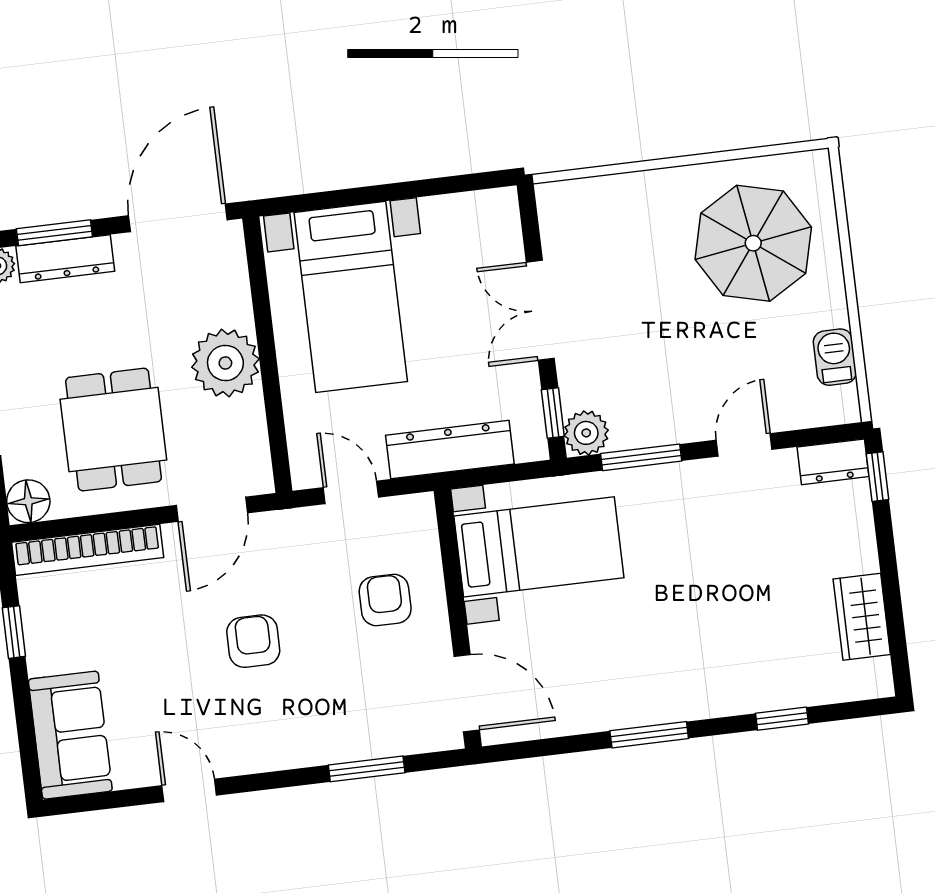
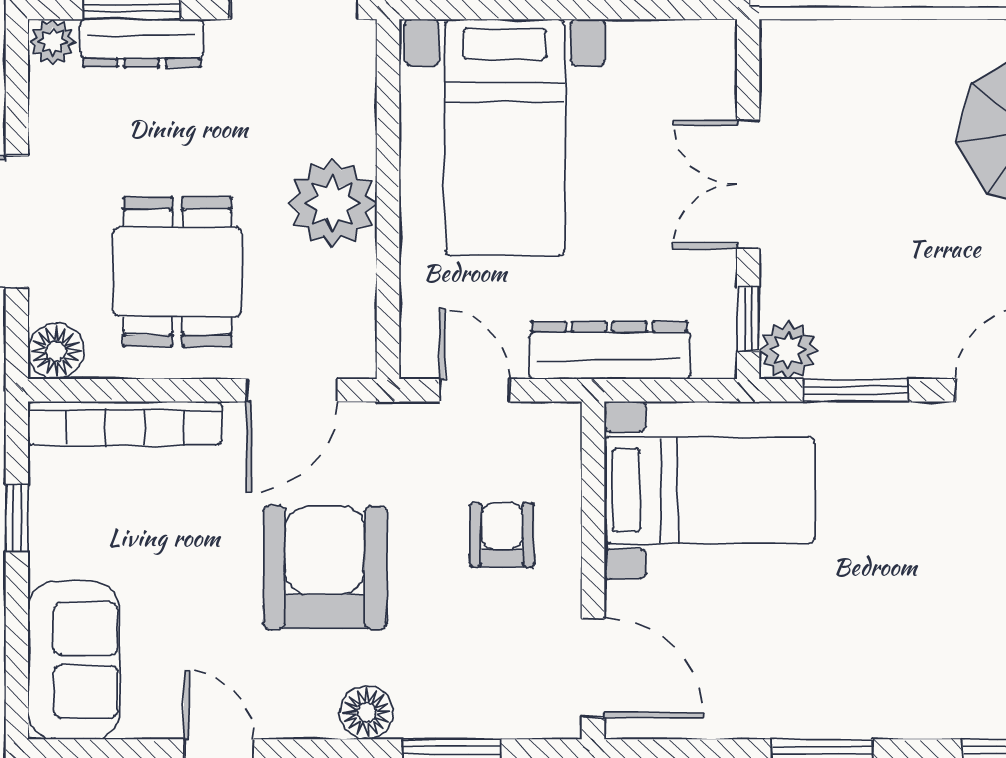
armchair: (253, 641) -> (325, 567), width x1.88, depth x1.88
floor lamp: (298, 748) -> (367, 713), added

